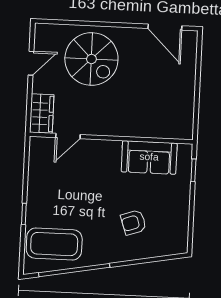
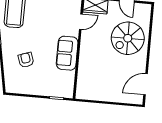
door: (68, 136) -> (81, 22), swing flipped
sofa: (149, 157) -> (67, 53), moved

